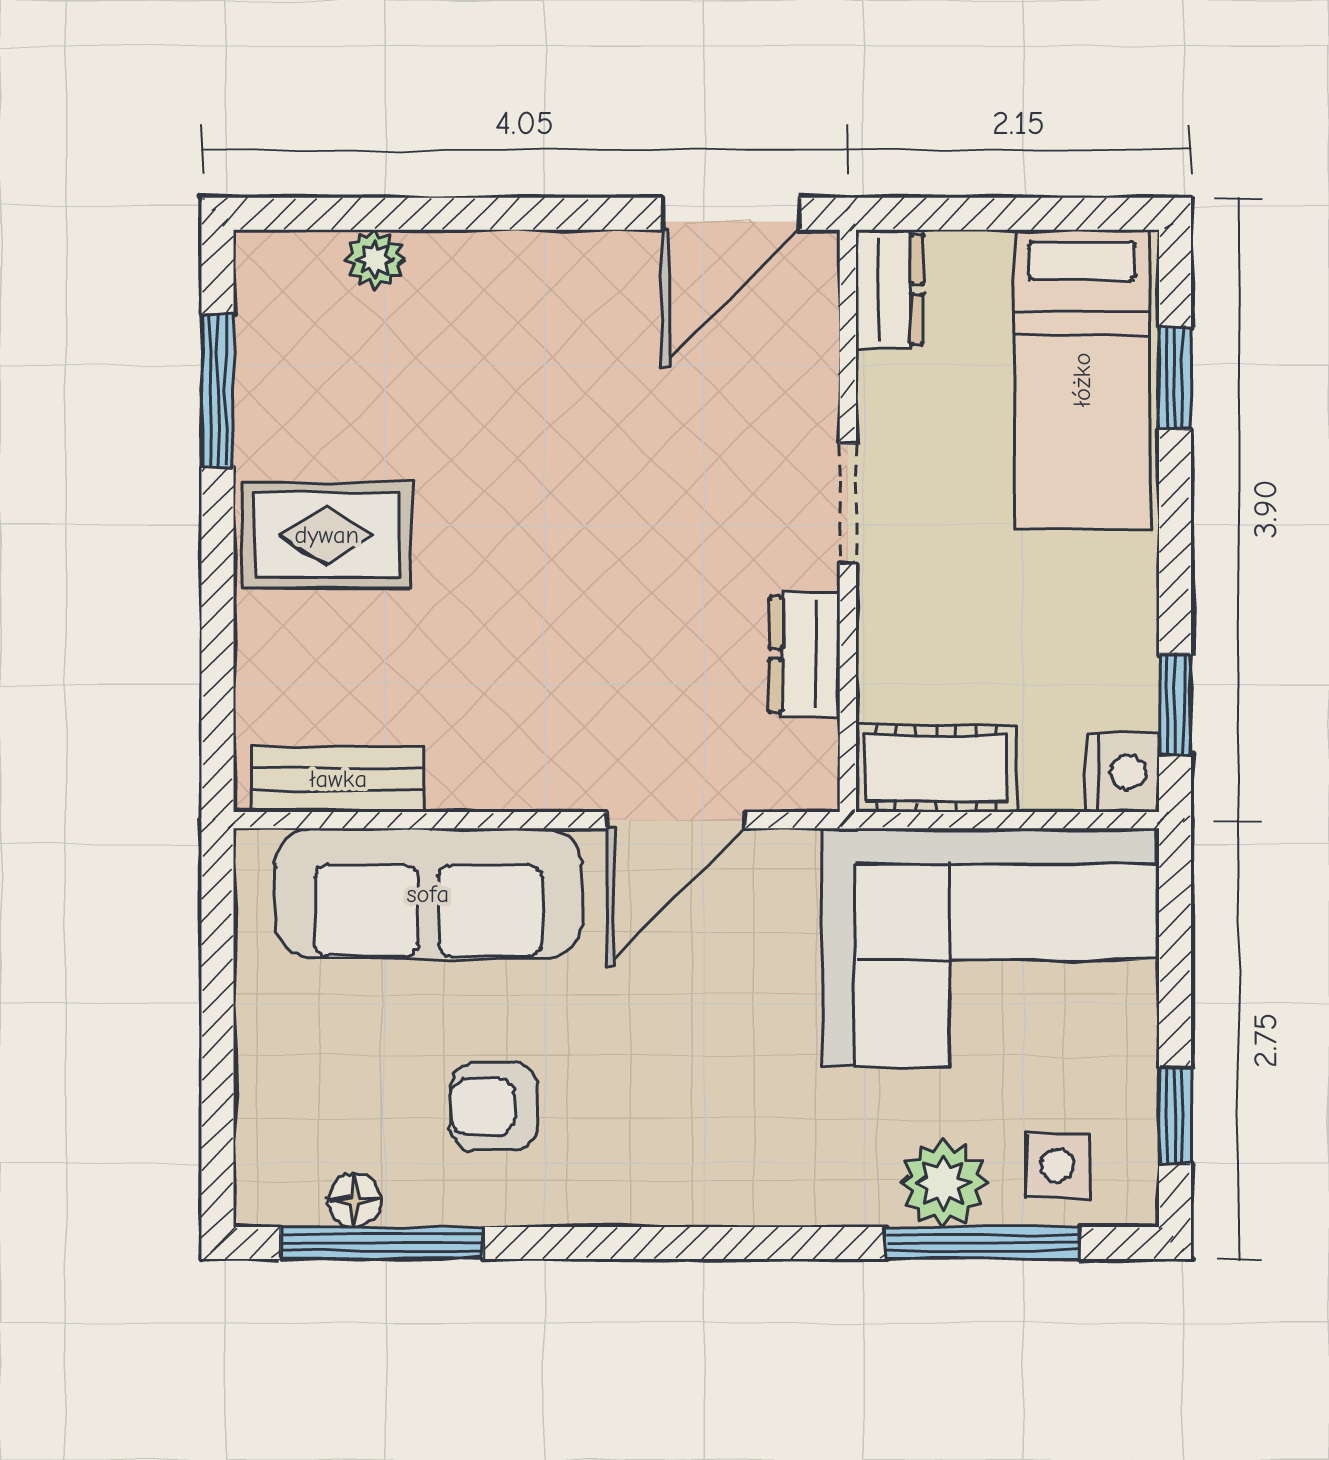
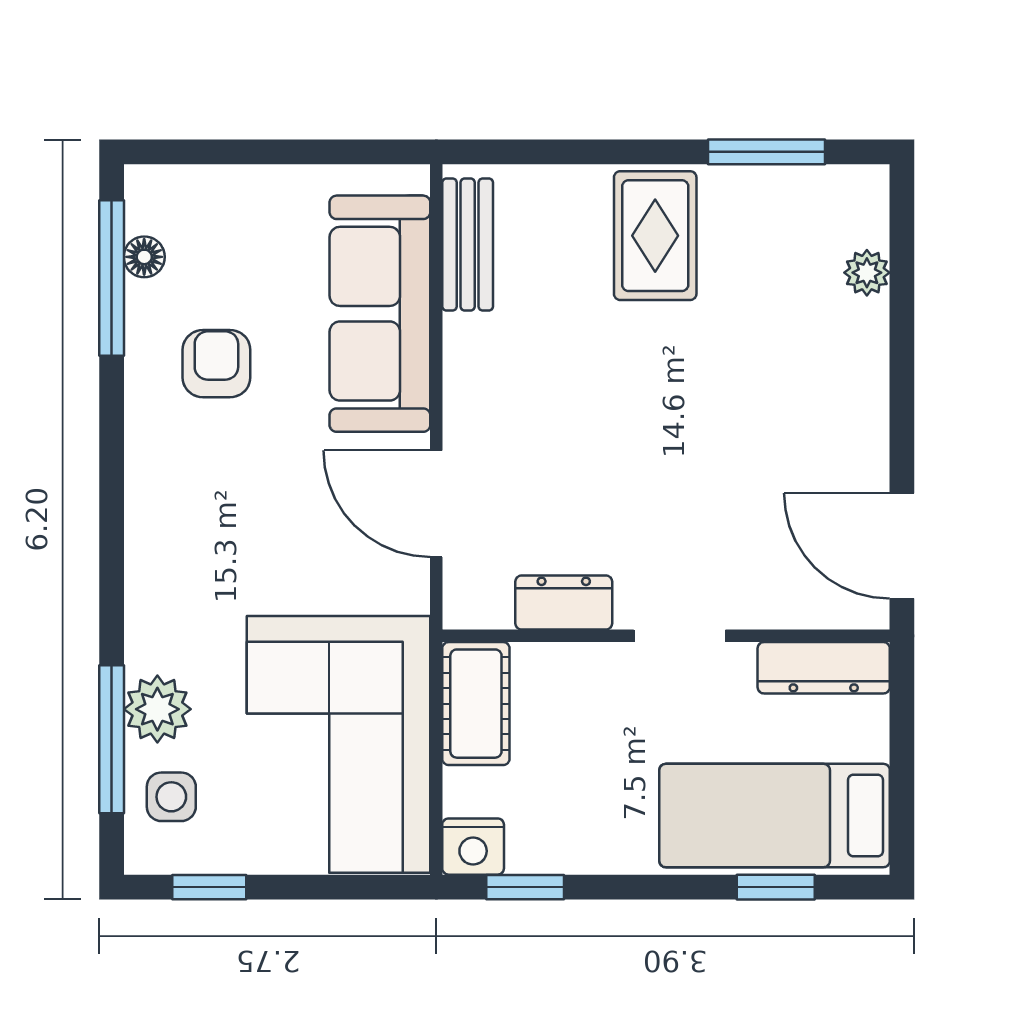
dresser: (889, 289) -> (824, 668), width x1.44

